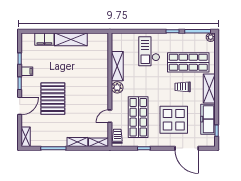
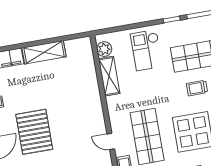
plant: (117, 87) -> (104, 49), moved
door: (110, 116) -> (111, 141), hinge flipped

